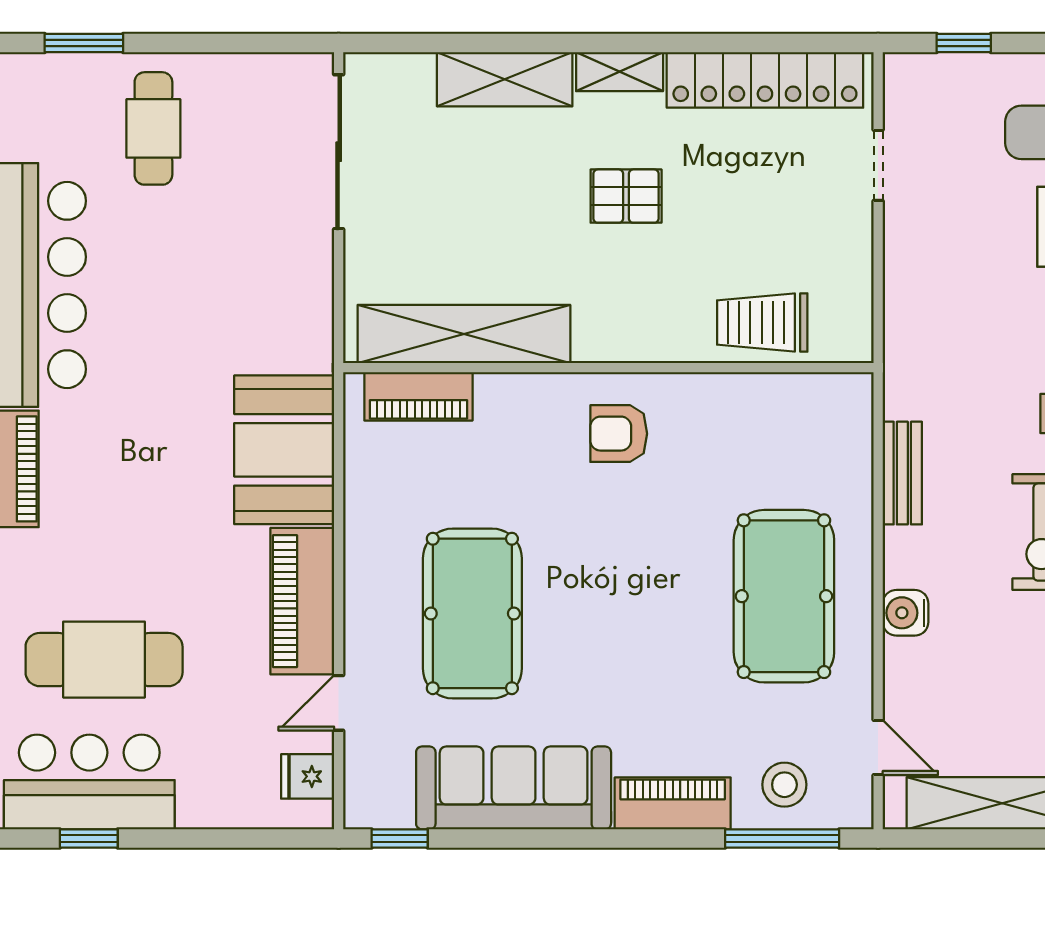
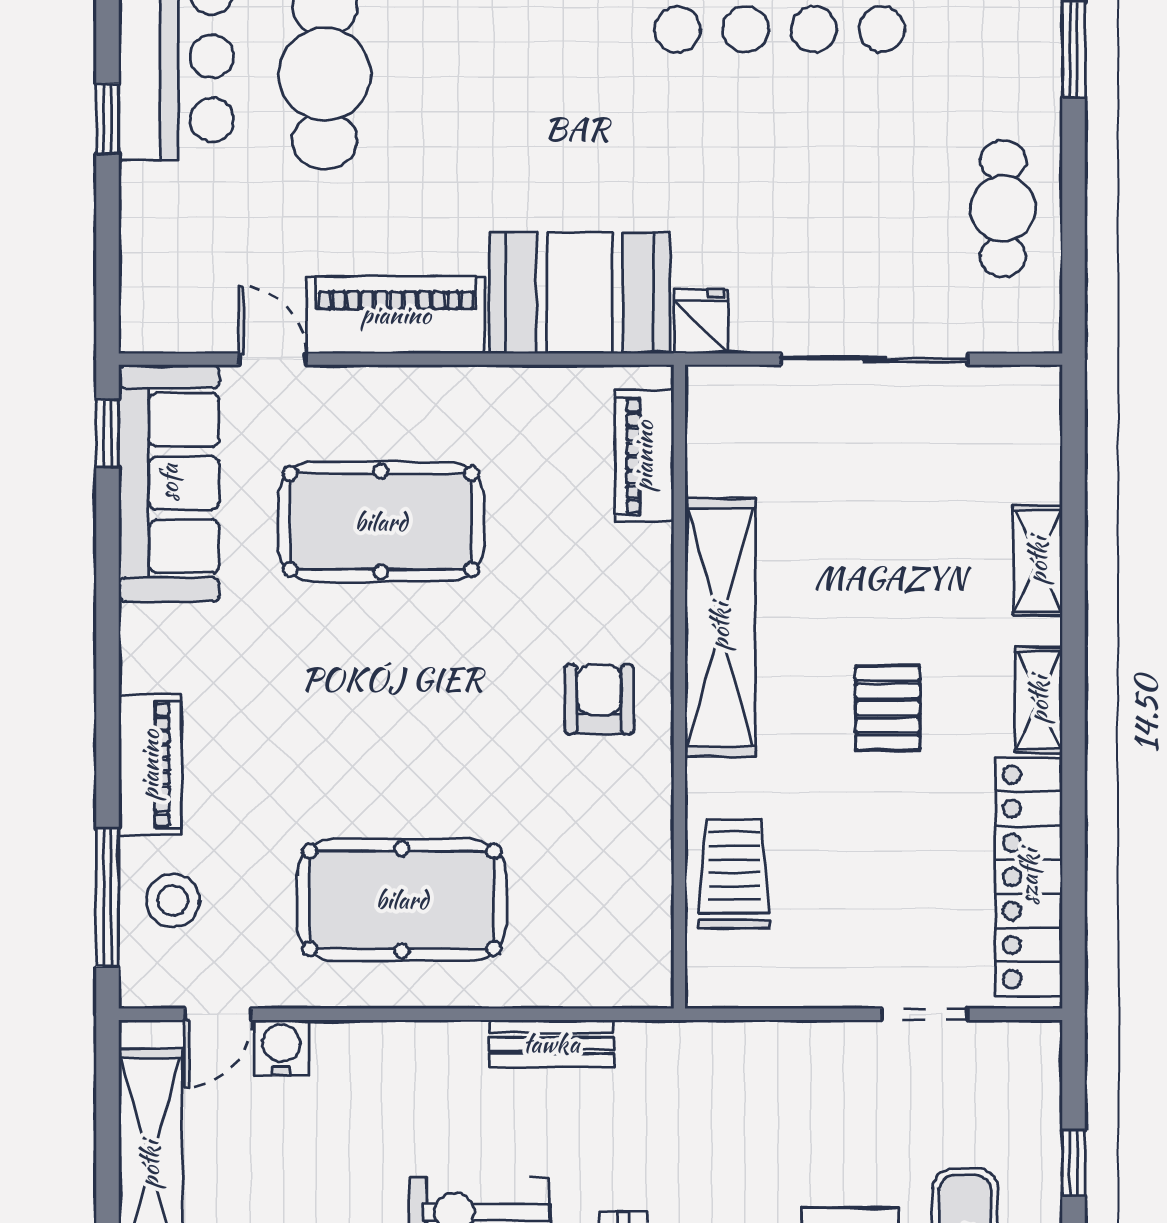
window: (964, 43) -> (1074, 1163), moved
shelving: (505, 79) -> (1038, 561), width x0.67, depth x0.75
cafe table: (153, 128) -> (1003, 208), moved, turned 90
sliding door: (339, 152) -> (875, 359), moved
shelving: (464, 334) -> (720, 627), moved
water cooler: (906, 613) -> (281, 1048), moved
fridge: (308, 776) -> (701, 321), moved
sofa: (514, 788) -> (169, 483), moved
window: (89, 838) -> (108, 119), moved

